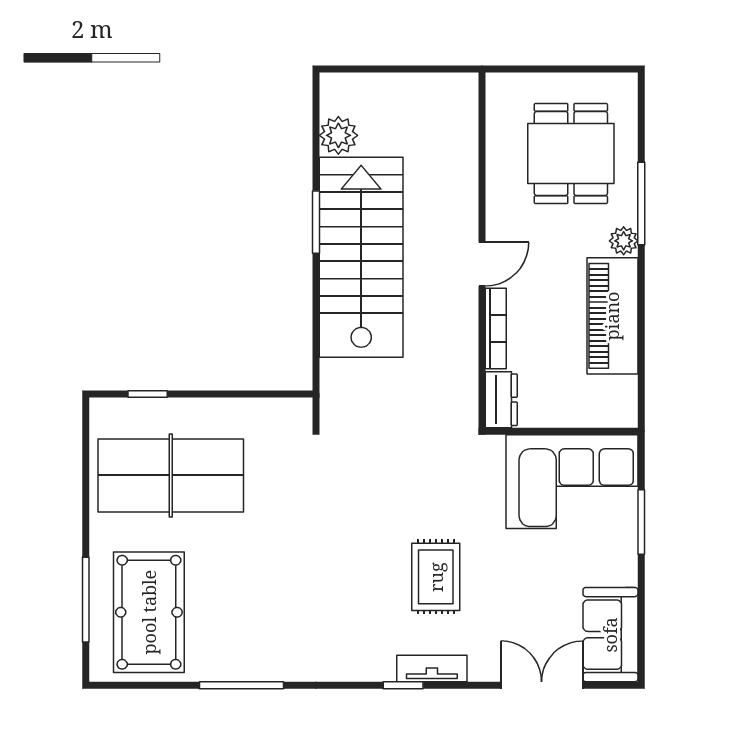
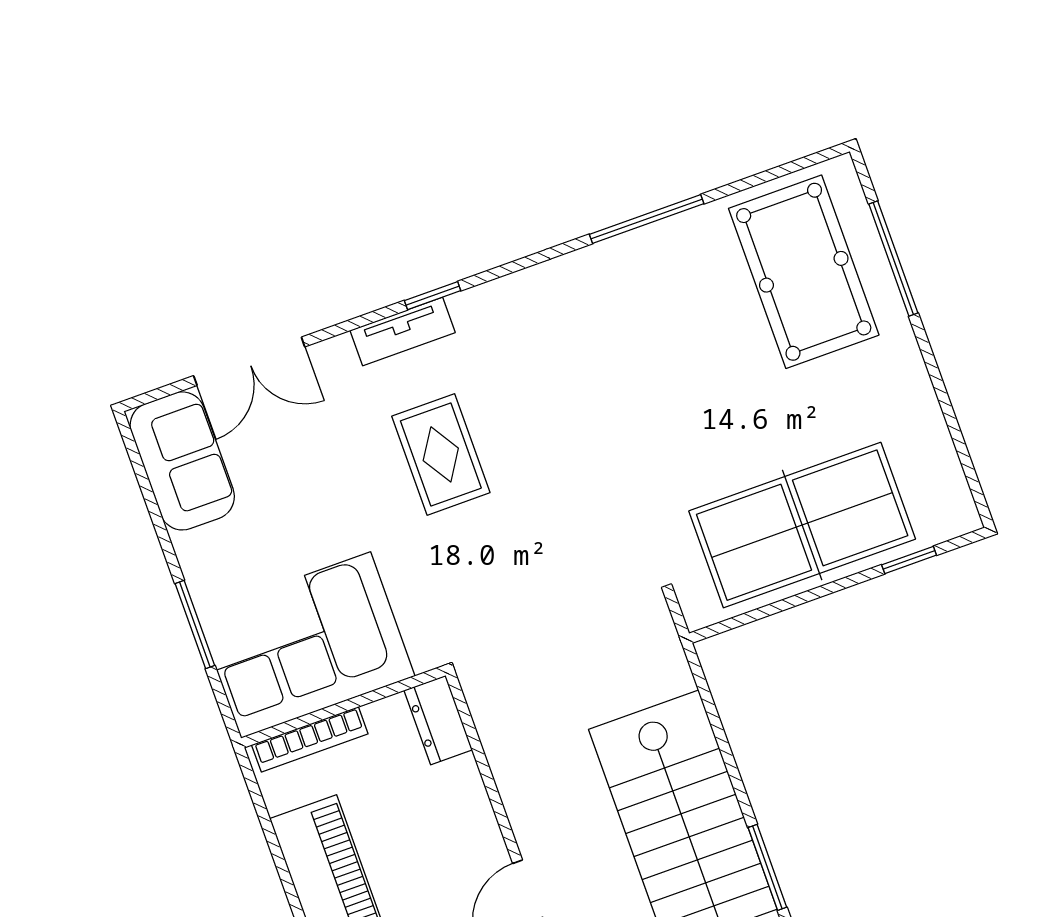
bookcase: (496, 328) -> (310, 739), moved, turned -90
table tennis table: (171, 475) -> (802, 525), moved

